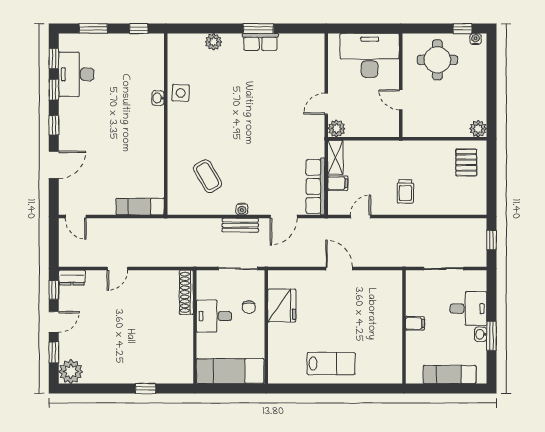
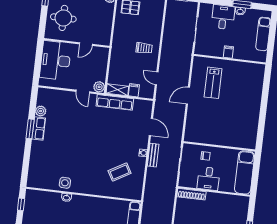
plant: (213, 42) -> (41, 111), moved
row of seats: (315, 186) -> (115, 102), moved
fridge: (282, 306) -> (207, 135), removed
lab bench: (331, 363) -> (213, 83), moved, turned 180

